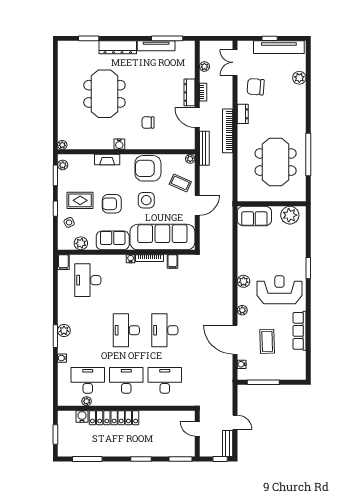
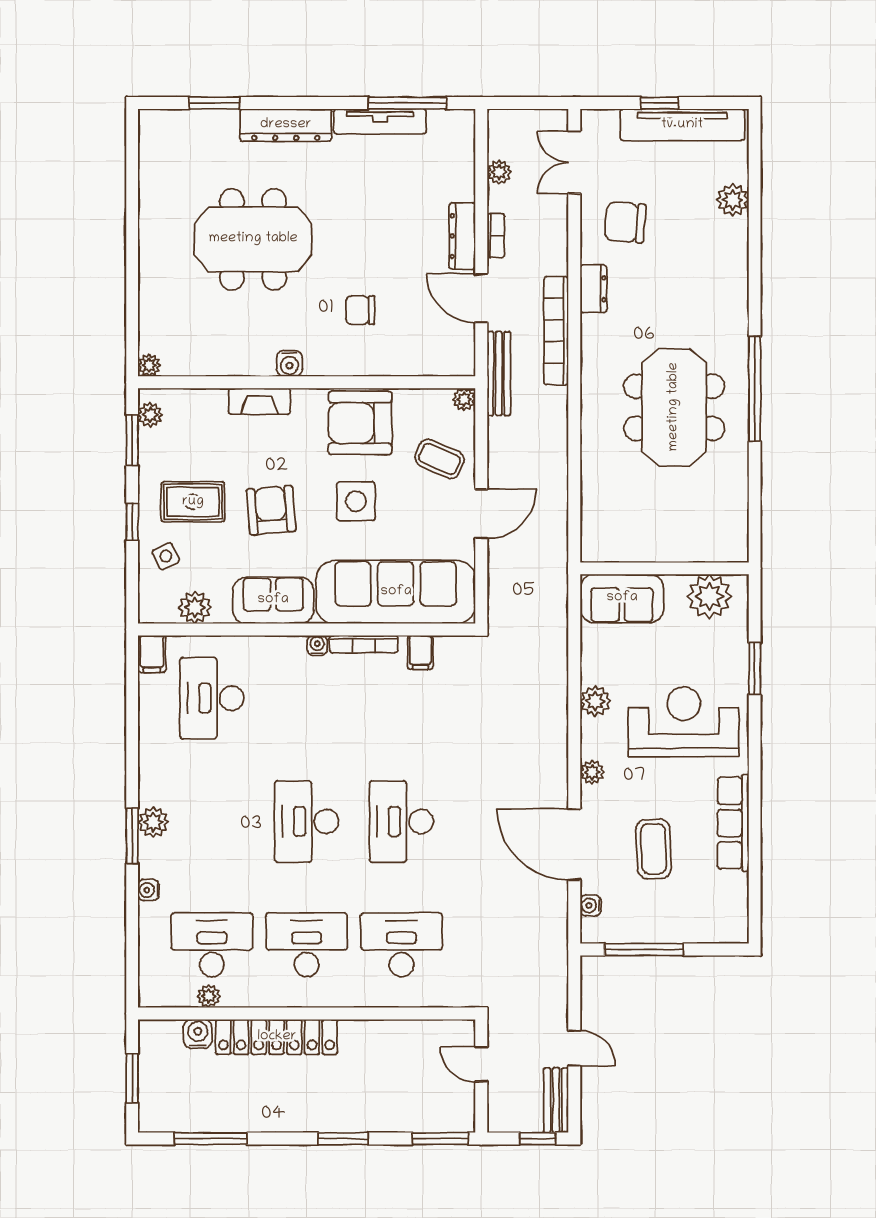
meeting table: (104, 94) -> (253, 239), turned 90
armchair: (112, 204) -> (271, 510), turned 85
wall: (272, 204) -> (664, 568), moved
plant: (290, 215) -> (709, 596), moved
sofa: (254, 216) -> (622, 598), moved

